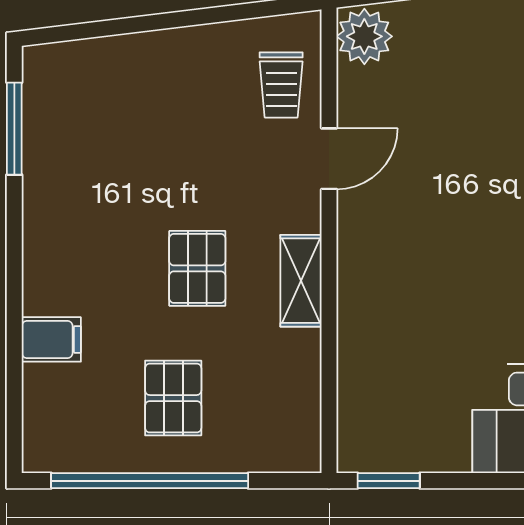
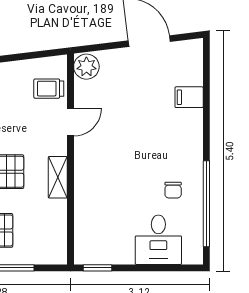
trolley: (281, 85) -> (49, 89), turned 90

